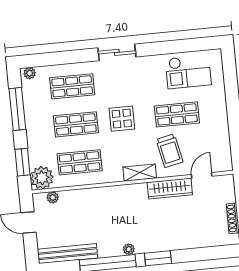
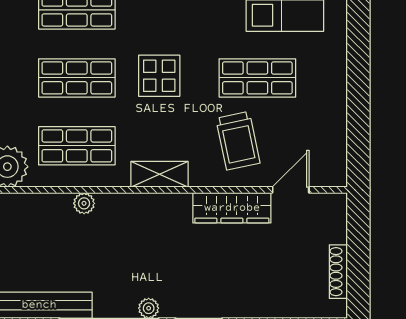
shelving: (140, 173) -> (159, 174), moved
plant: (53, 197) -> (84, 203), moved

